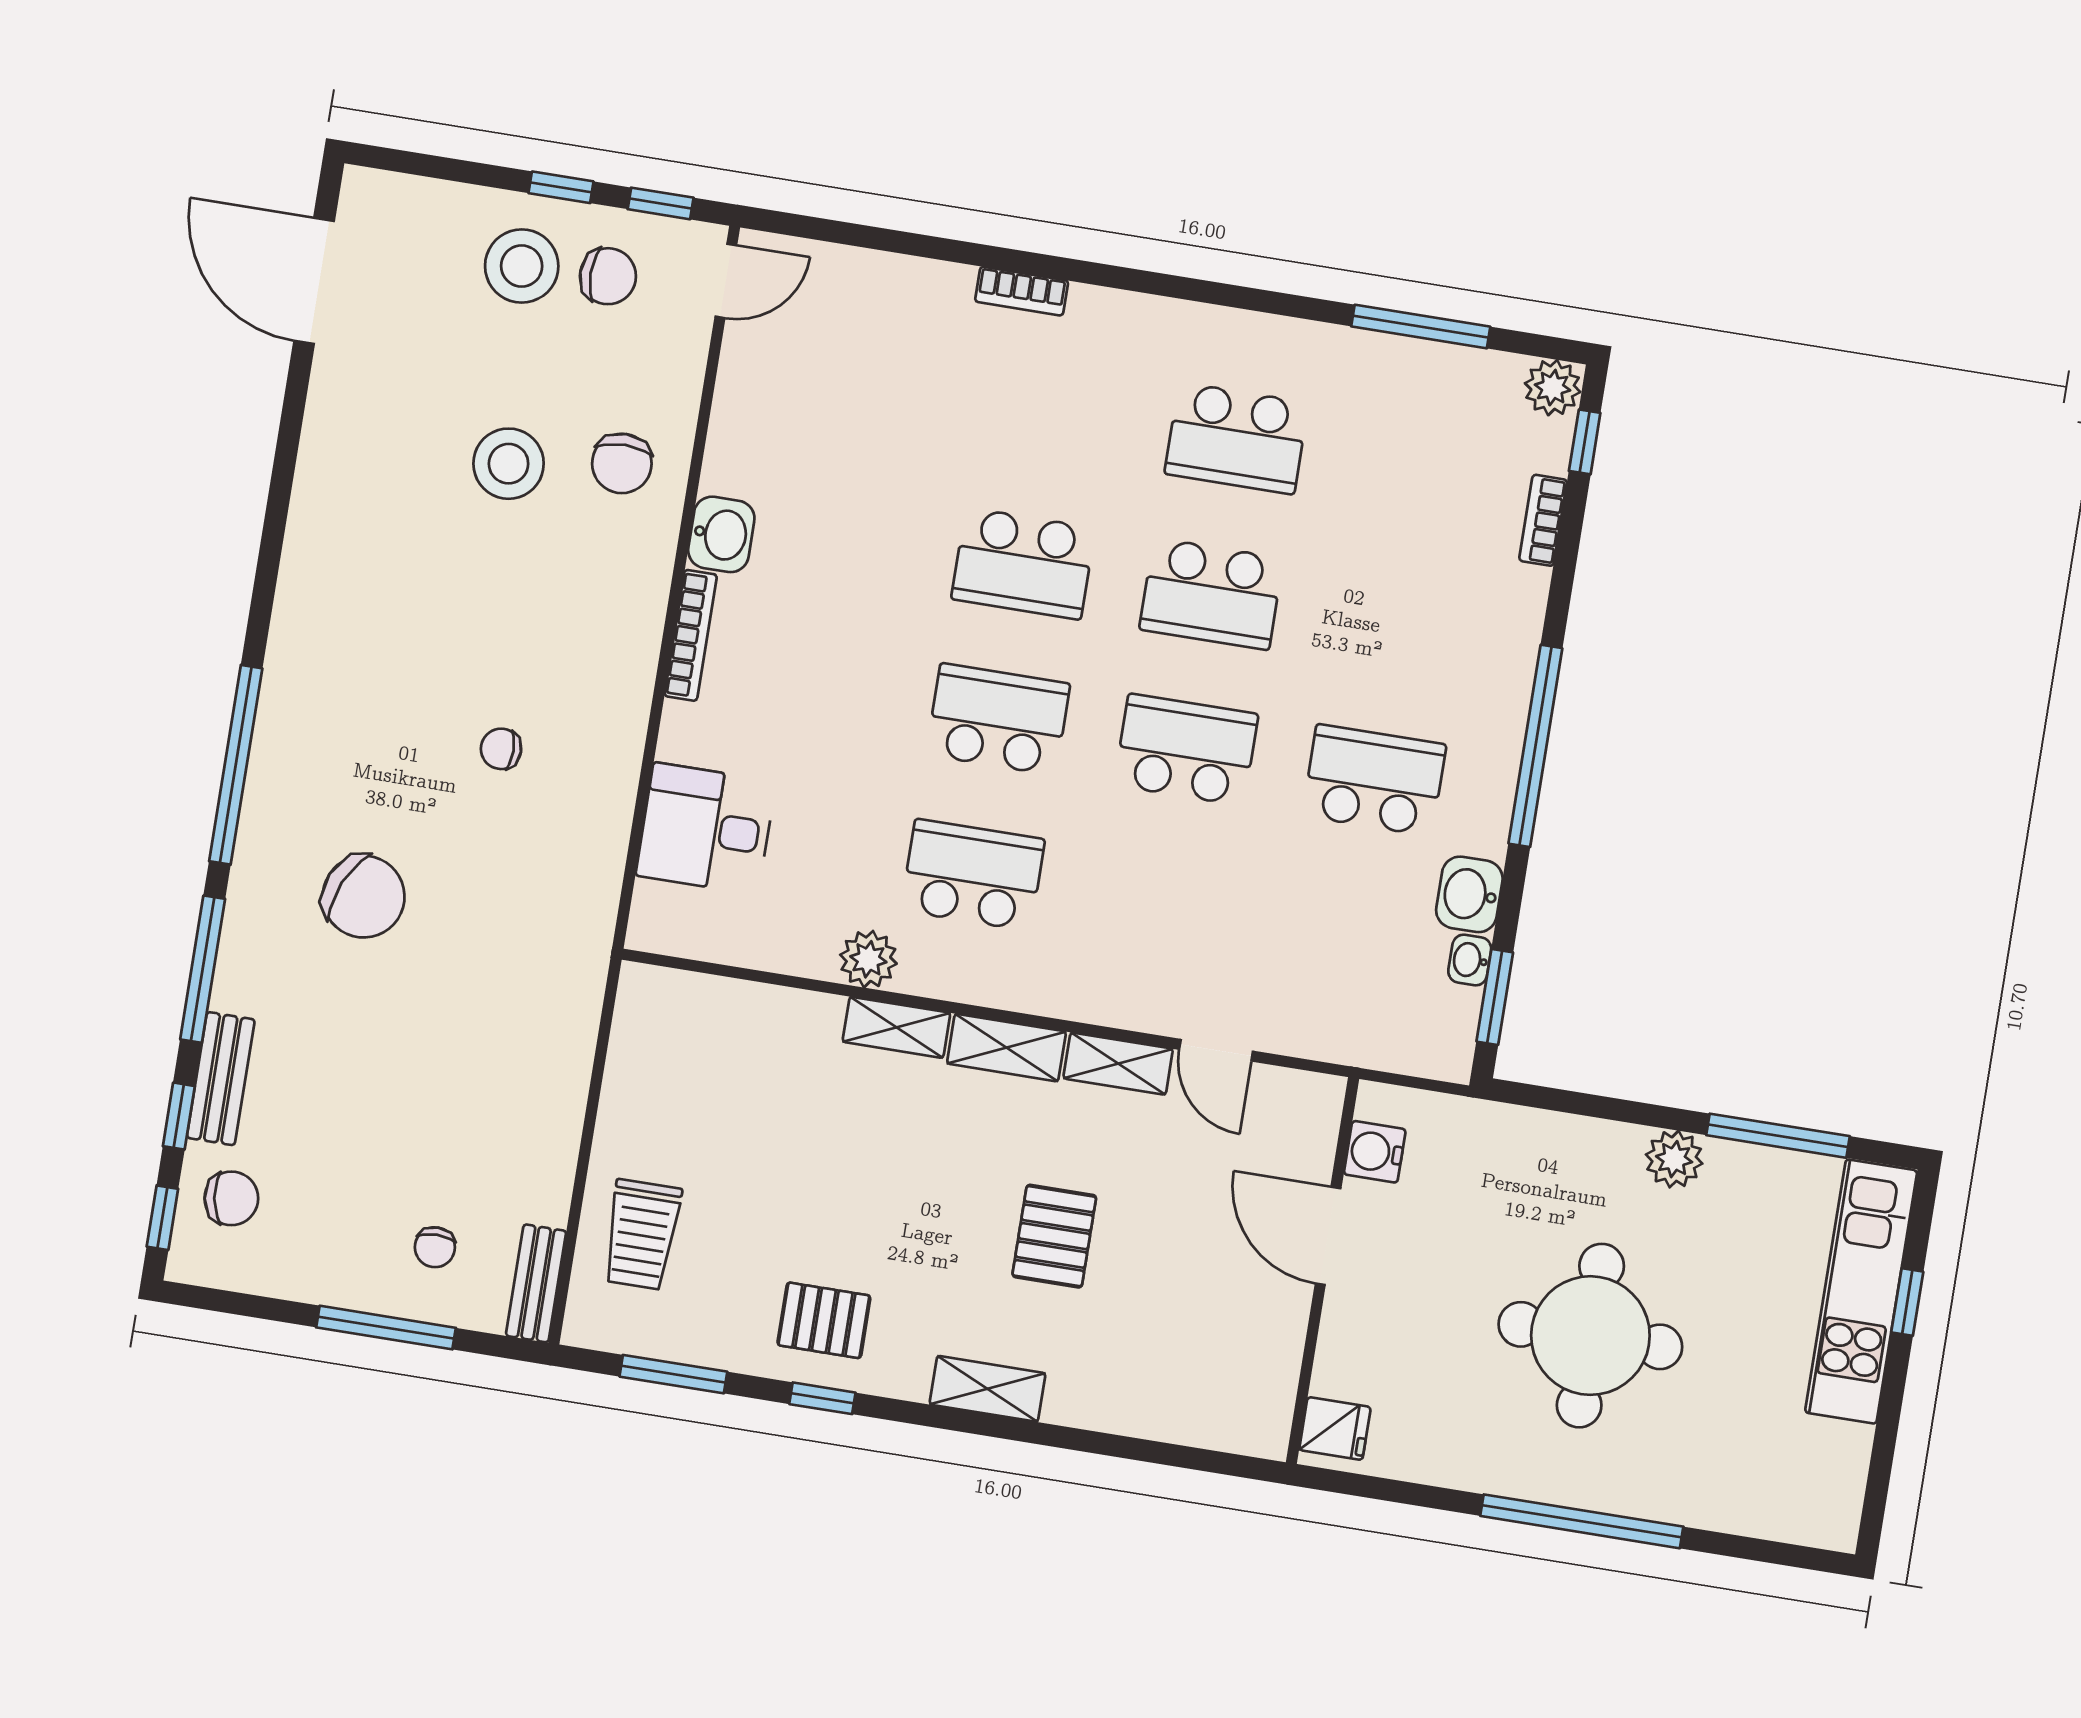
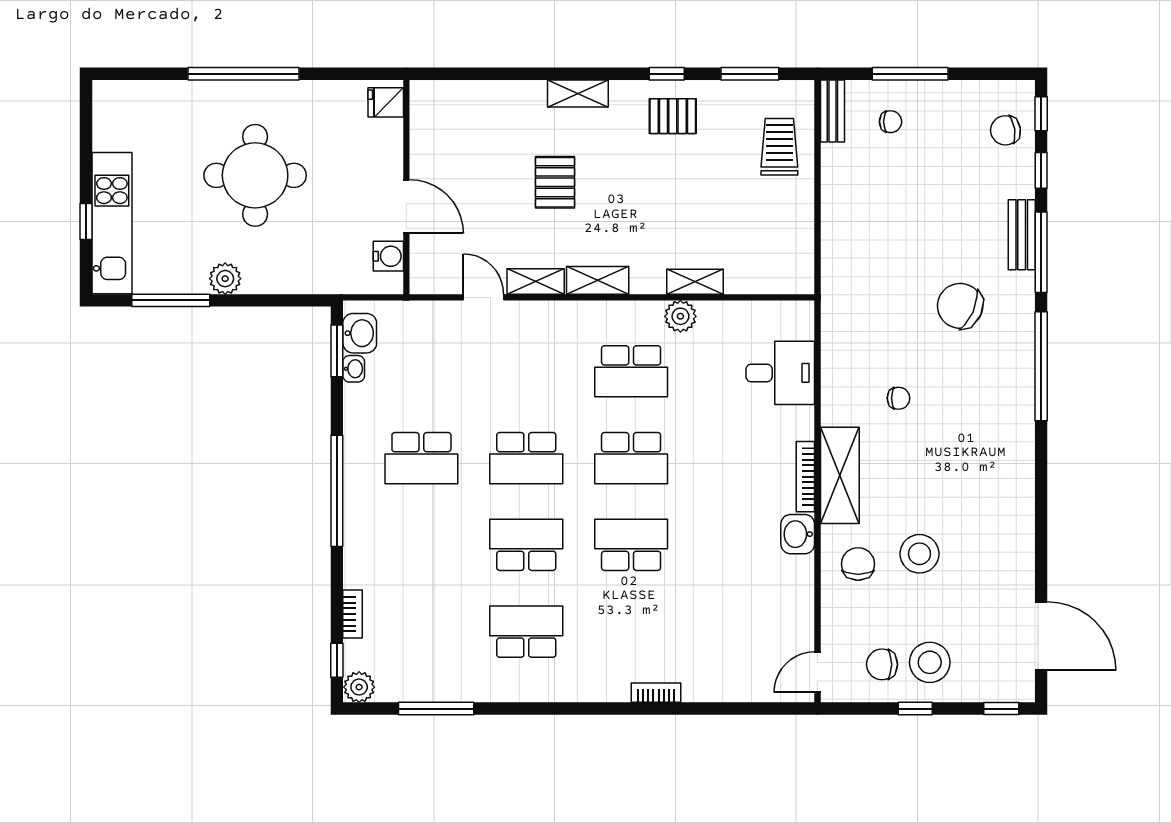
window: (661, 203) -> (1001, 709), moved
shelving: (629, 628) -> (840, 475), added
washbasin: (1469, 894) -> (360, 333), moved
shelving: (896, 1027) -> (695, 282), moved
bench: (221, 1079) -> (1022, 235), moved
chair: (435, 1247) -> (891, 122), turned 90

